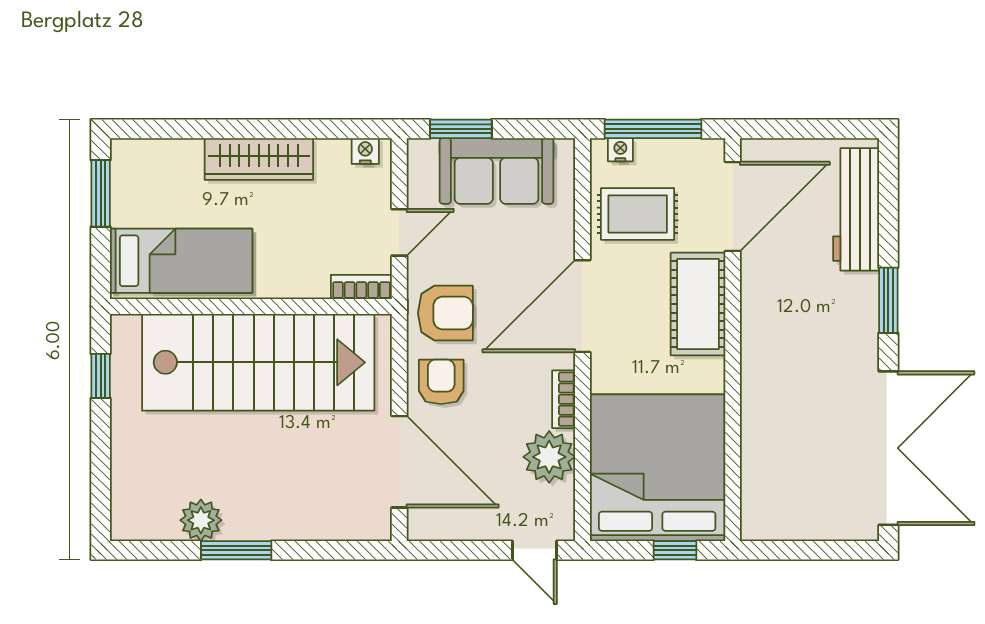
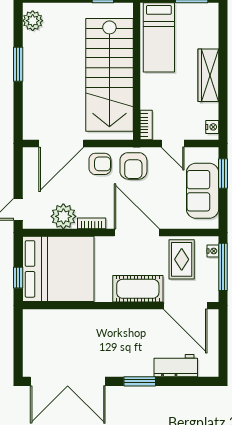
workbench: (856, 209) -> (176, 366), width x0.73
plant: (201, 520) -> (33, 21), moved

